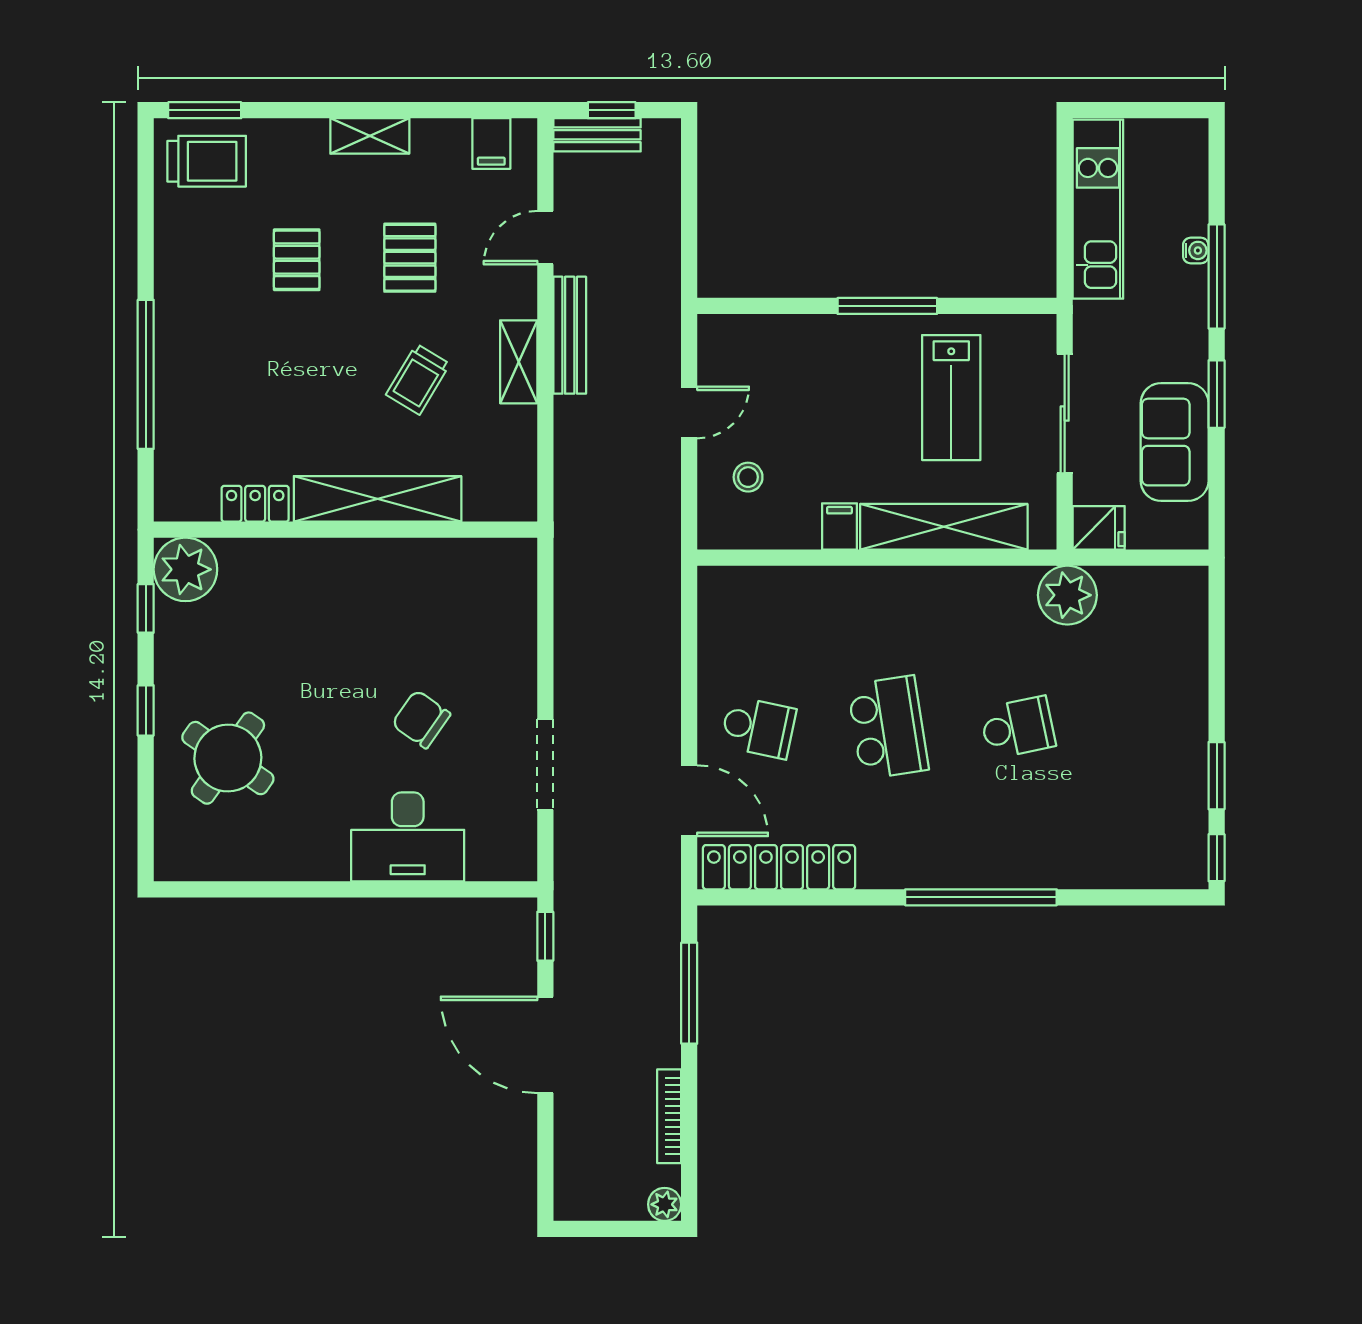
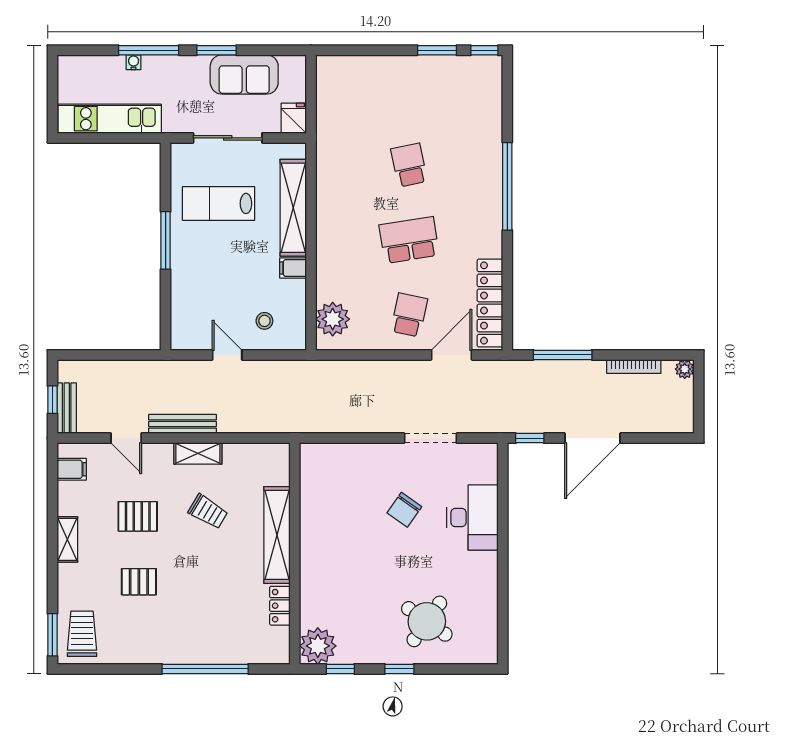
lab bench: (951, 398) -> (219, 203), turned 180
plant: (1067, 595) -> (333, 319), moved

